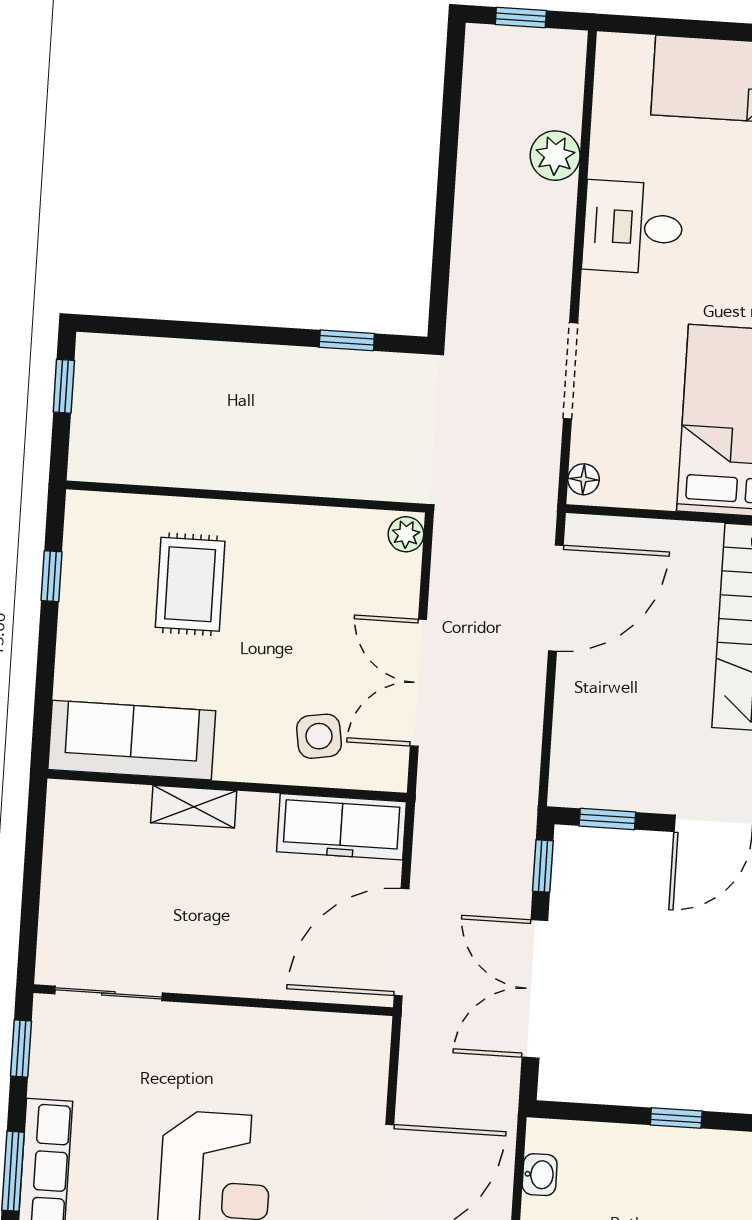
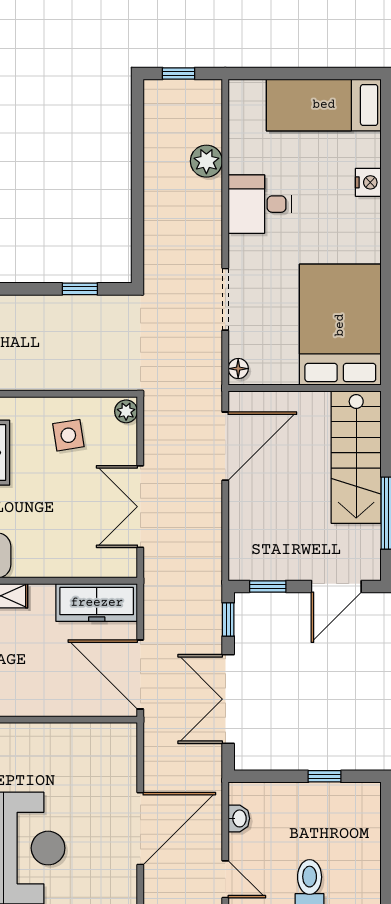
side table: (319, 736) -> (68, 435), moved
door: (402, 942) -> (140, 674), hinge flipped

